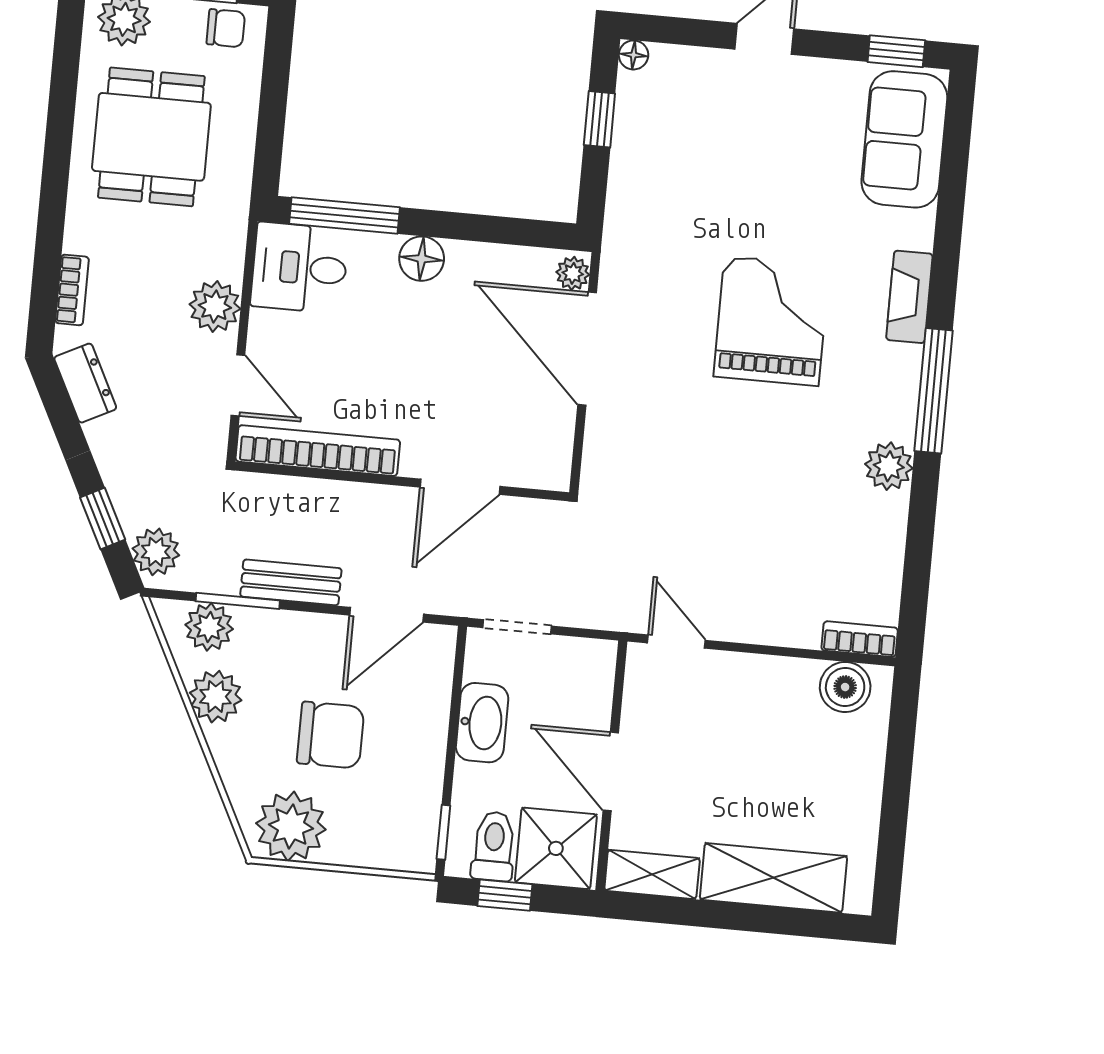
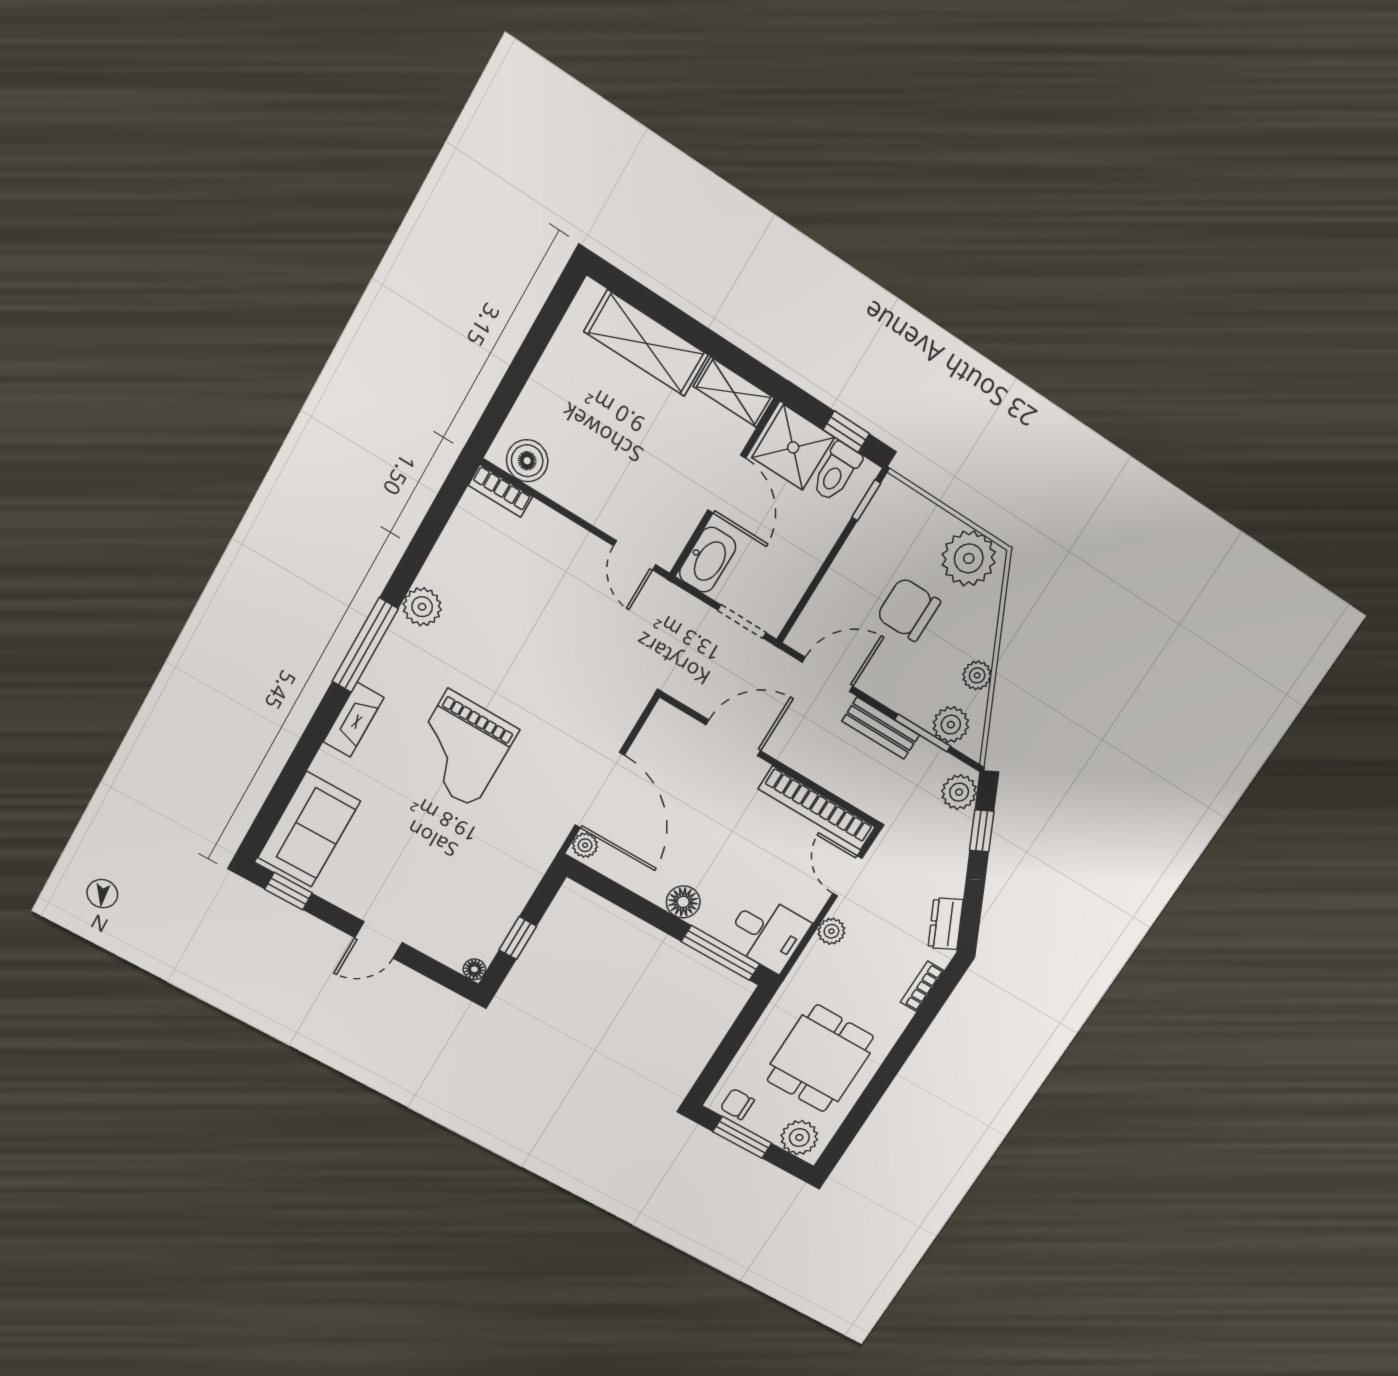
plant: (215, 306) -> (831, 931), width x0.73, depth x0.73
plant: (216, 697) -> (977, 675), width x0.73, depth x0.73
washbasin: (482, 723) -> (708, 560), moved, turned 180

